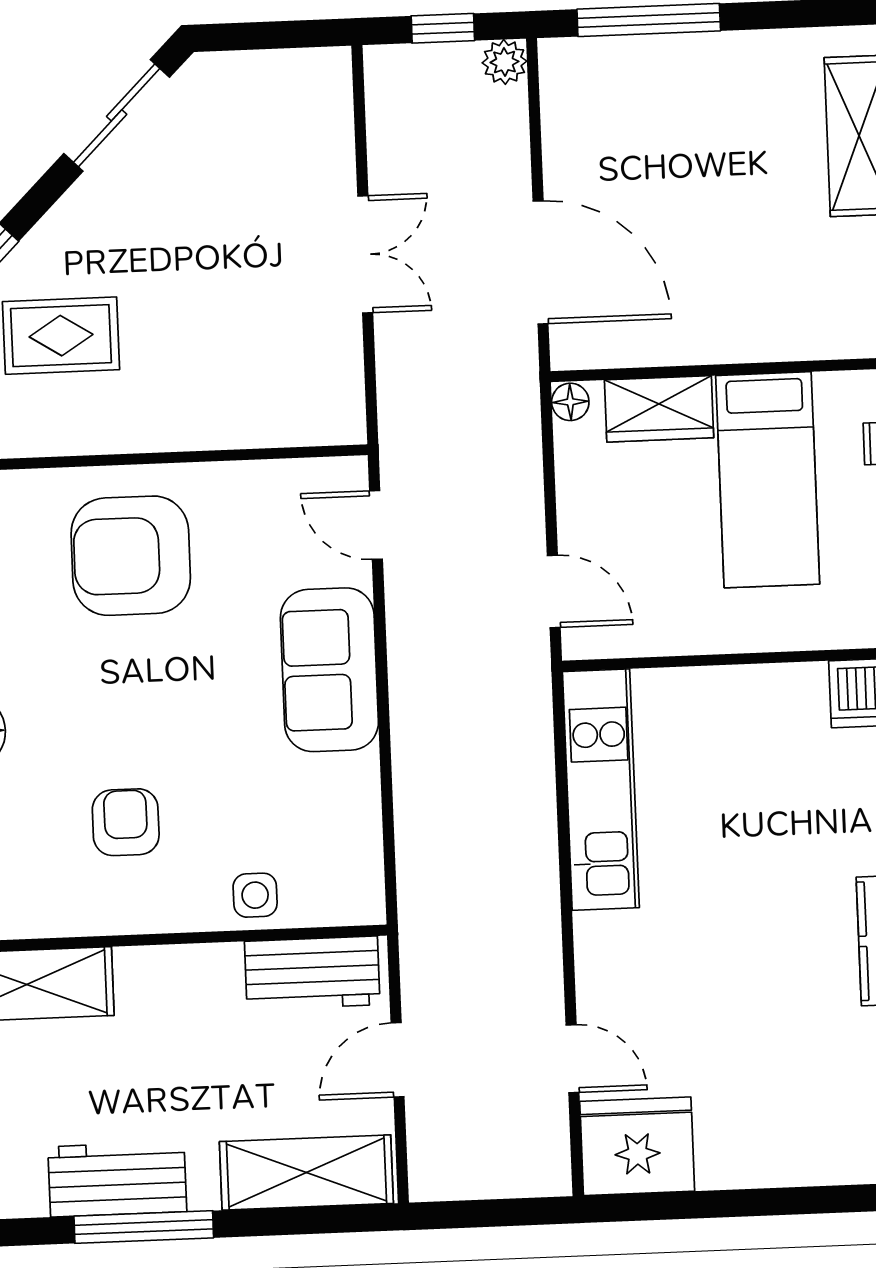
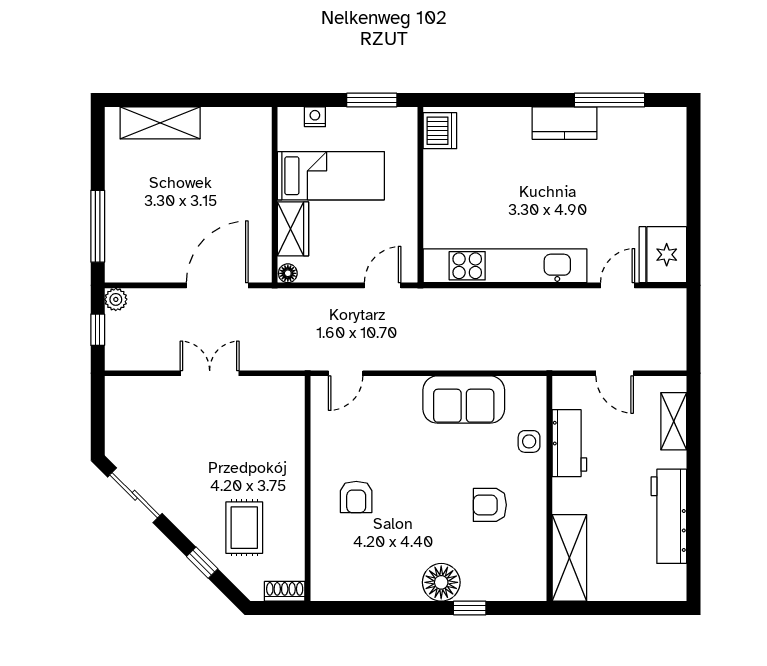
armchair: (131, 556) -> (356, 497), width x0.53, depth x0.53
sofa: (329, 670) -> (464, 400), moved
kitchen unit: (601, 790) -> (505, 266), width x1.36
workbench: (312, 973) -> (569, 443), moved
shelving: (306, 1173) -> (674, 421), width x0.67, depth x0.75
workbench: (117, 1179) -> (669, 516), width x1.38
window: (144, 1227) -> (693, 504), removed

